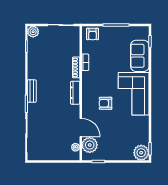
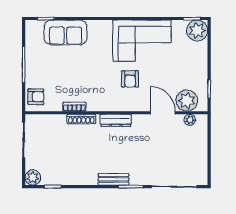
corner sofa: (134, 94) -> (142, 41), moved
door: (81, 127) -> (163, 113), hinge flipped

